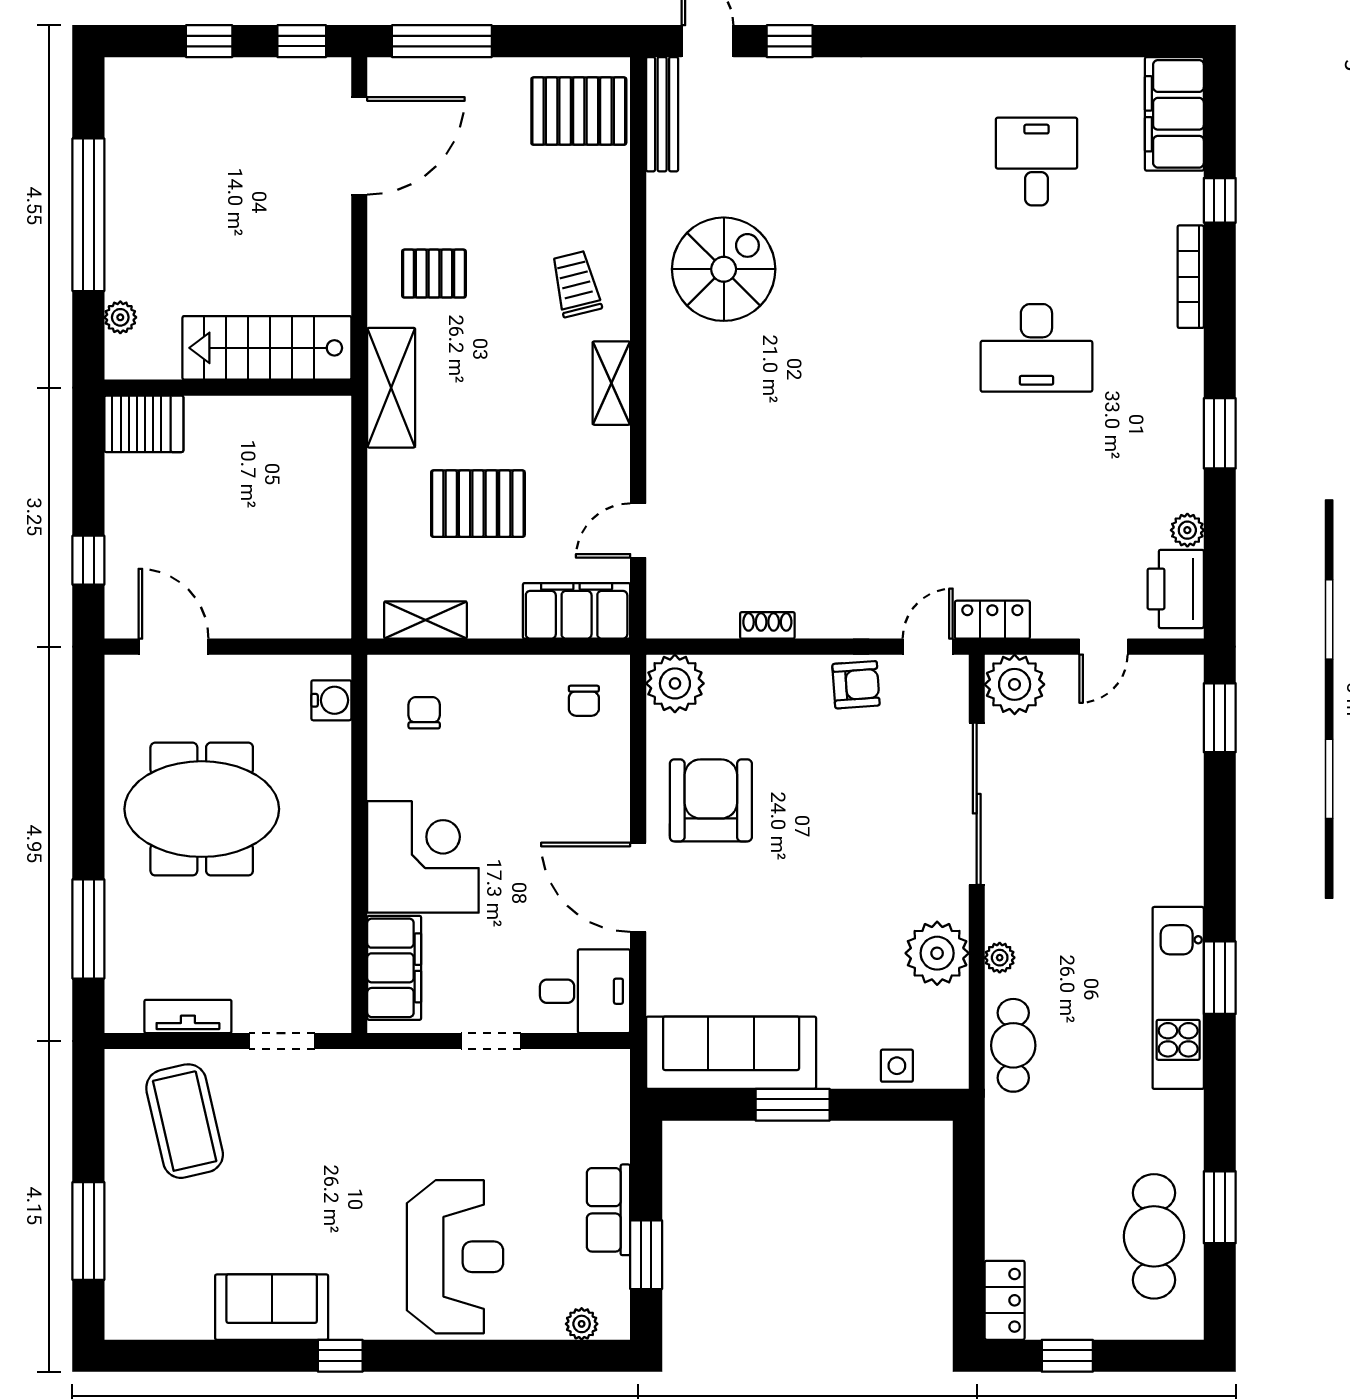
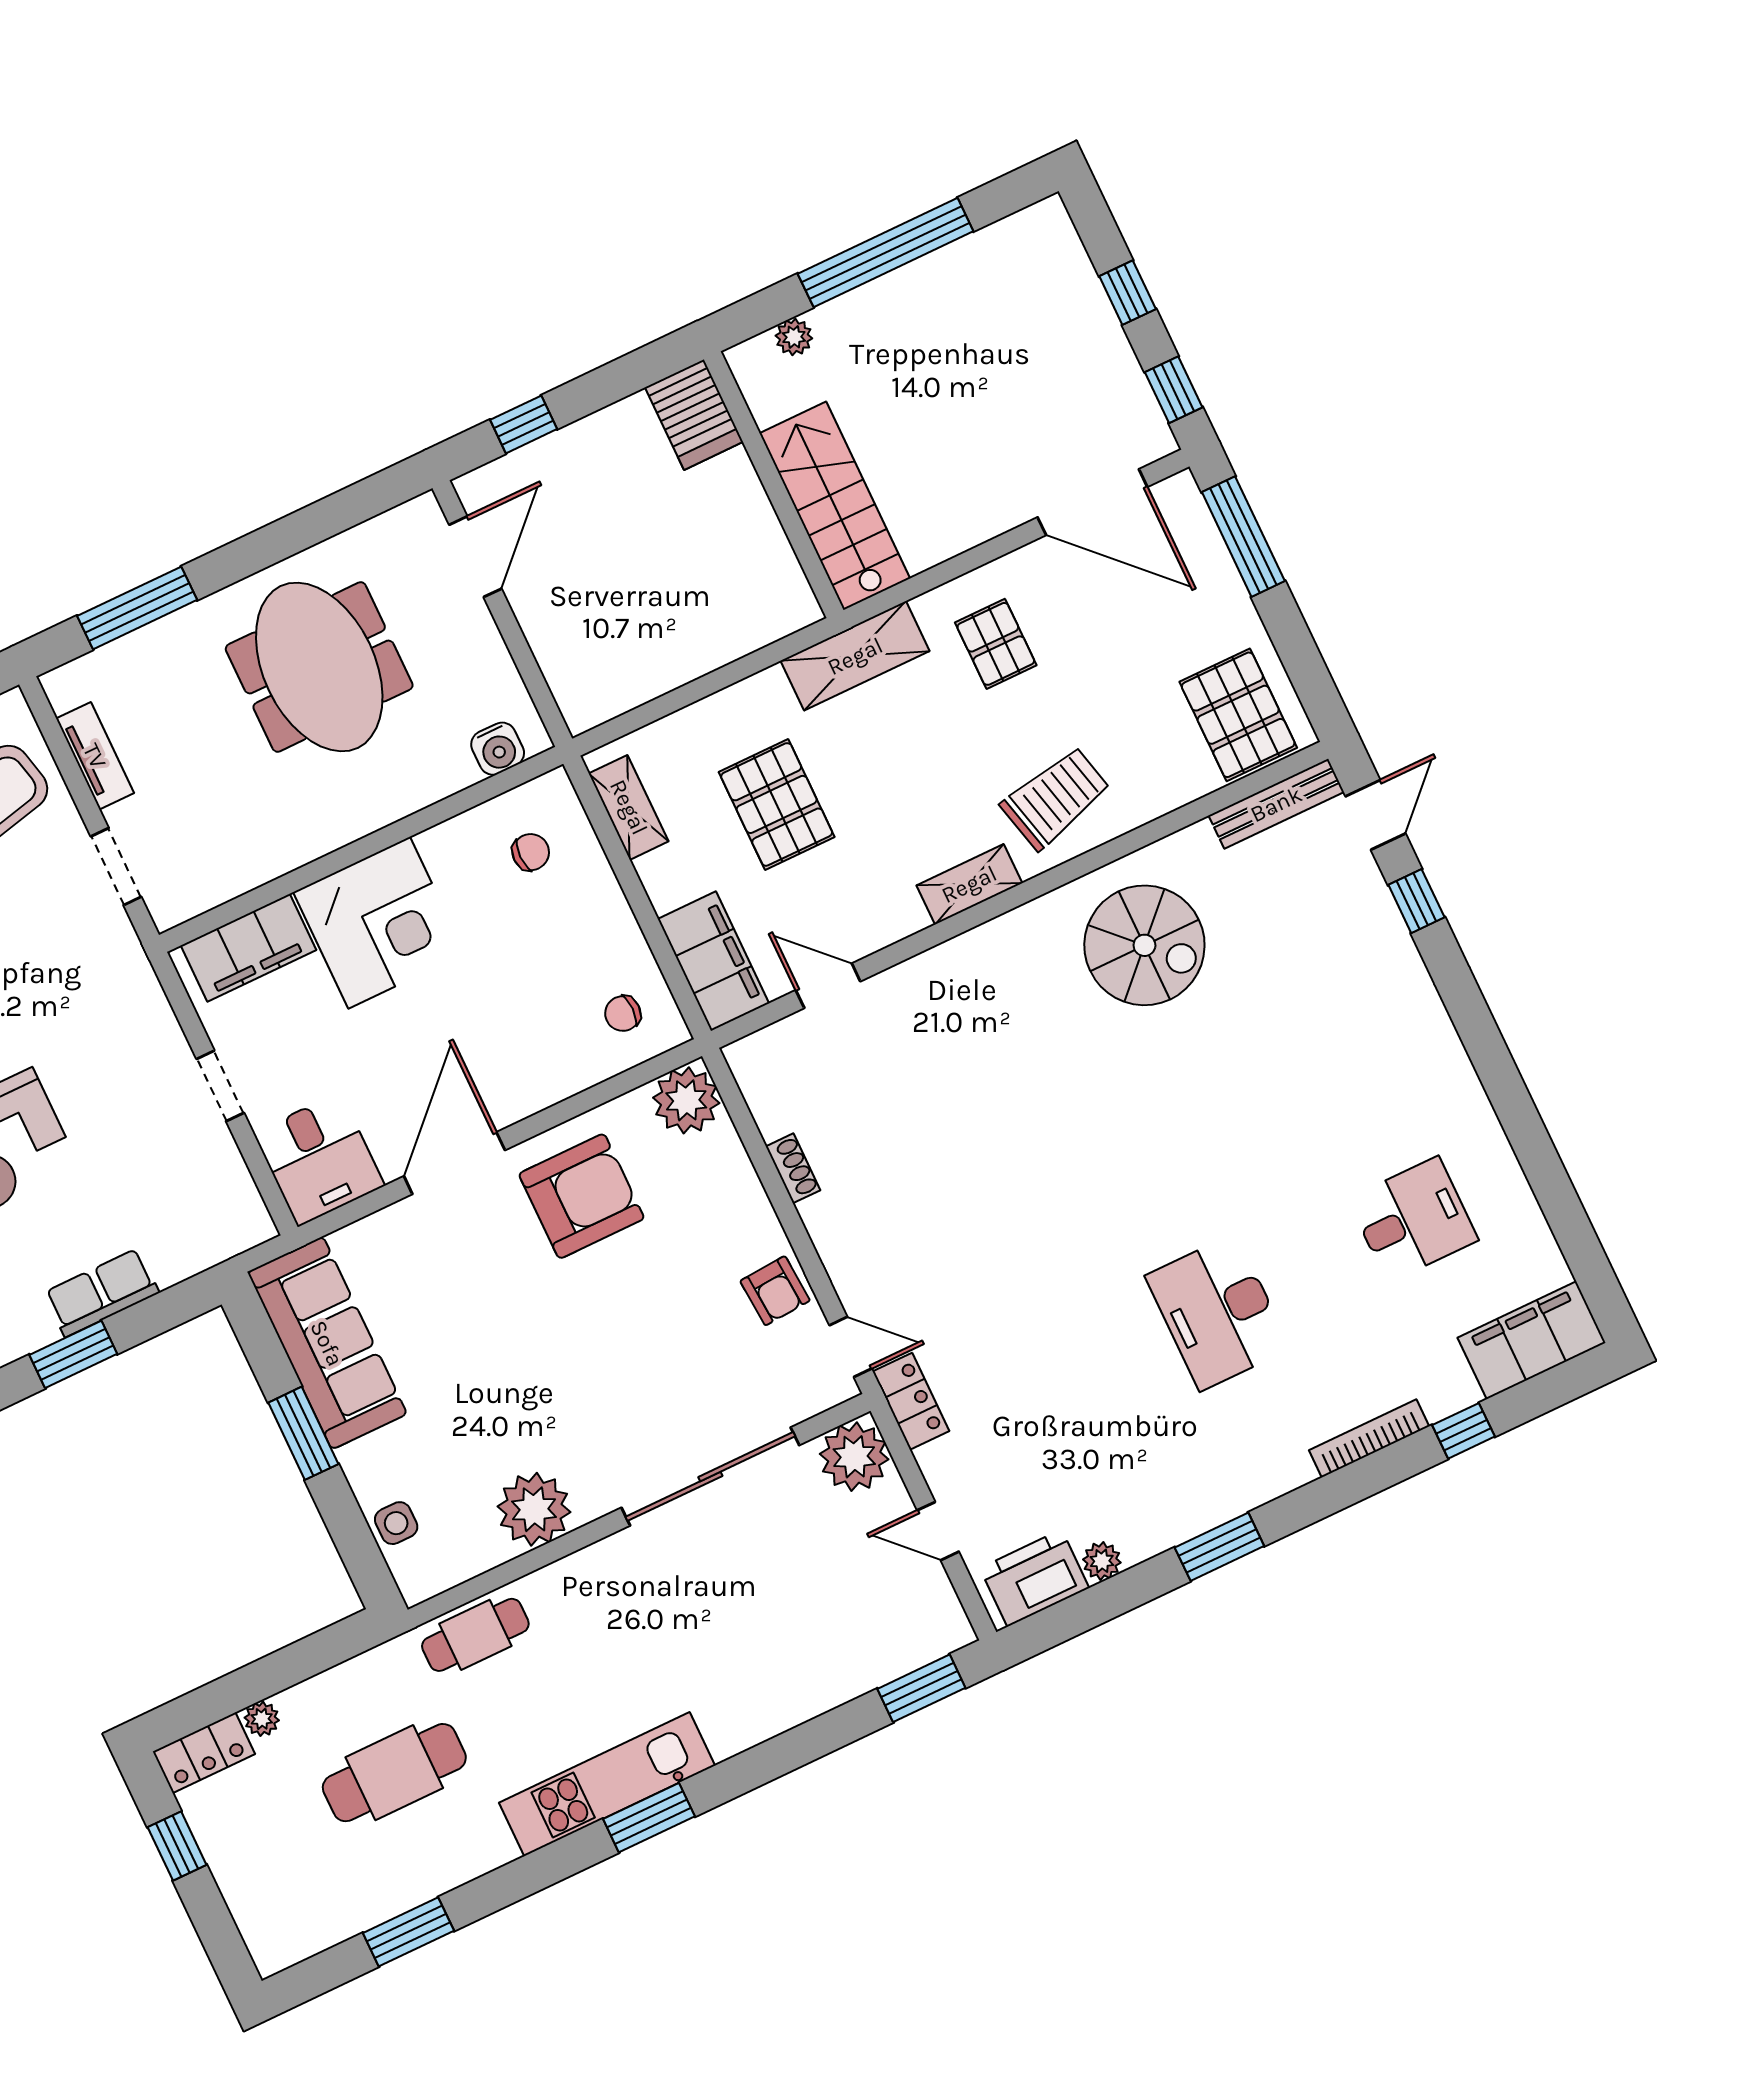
trolley: (576, 284) -> (1056, 798), width x1.36, depth x1.39
plant: (1000, 958) -> (262, 1719), moved
cafe table: (1154, 1236) -> (394, 1773), moved

